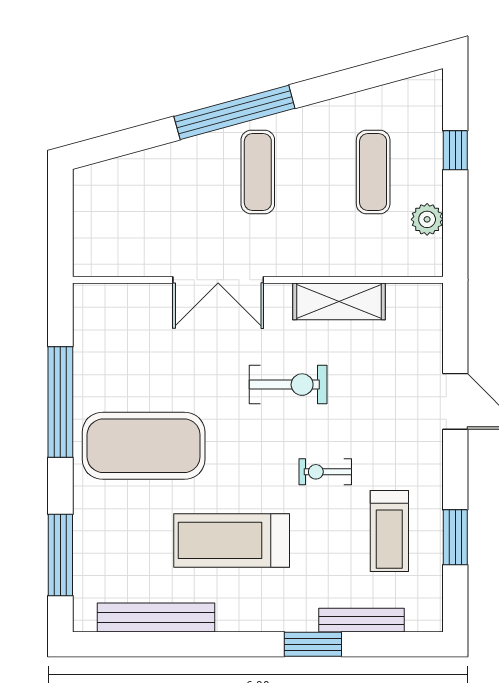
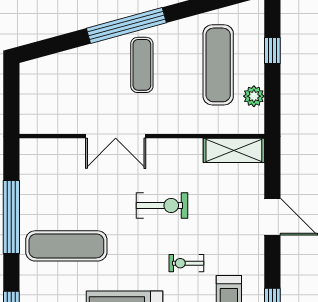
exercise mat: (373, 172) -> (218, 65), width x1.36, depth x1.45
shelving: (339, 301) -> (234, 150), moved
exercise mat: (144, 446) -> (66, 246), width x0.68

